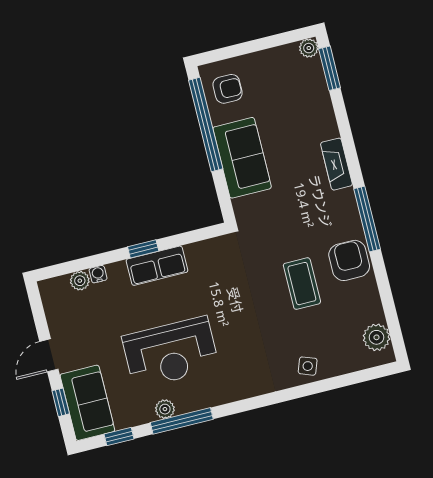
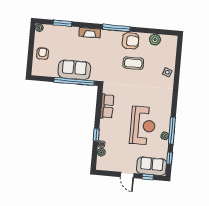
window: (330, 68) -> (62, 23), moved
armchair: (228, 89) -> (43, 54), moved
window: (206, 124) -> (74, 81), moved
window: (143, 249) -> (96, 135), moved
armchair: (349, 260) -> (131, 41), turned 180
row of seats: (157, 266) -> (107, 106), moved
plant: (376, 337) -> (155, 40), moved

